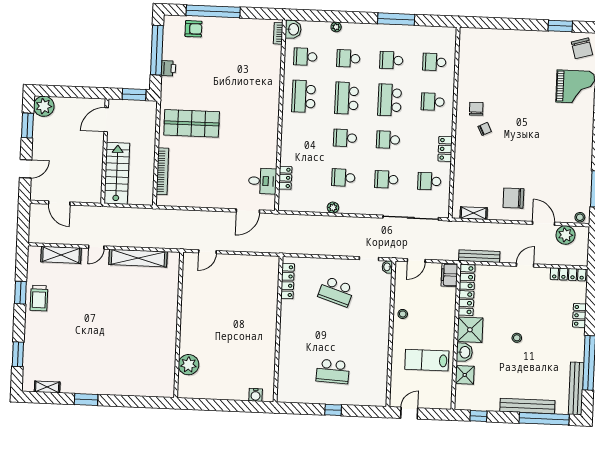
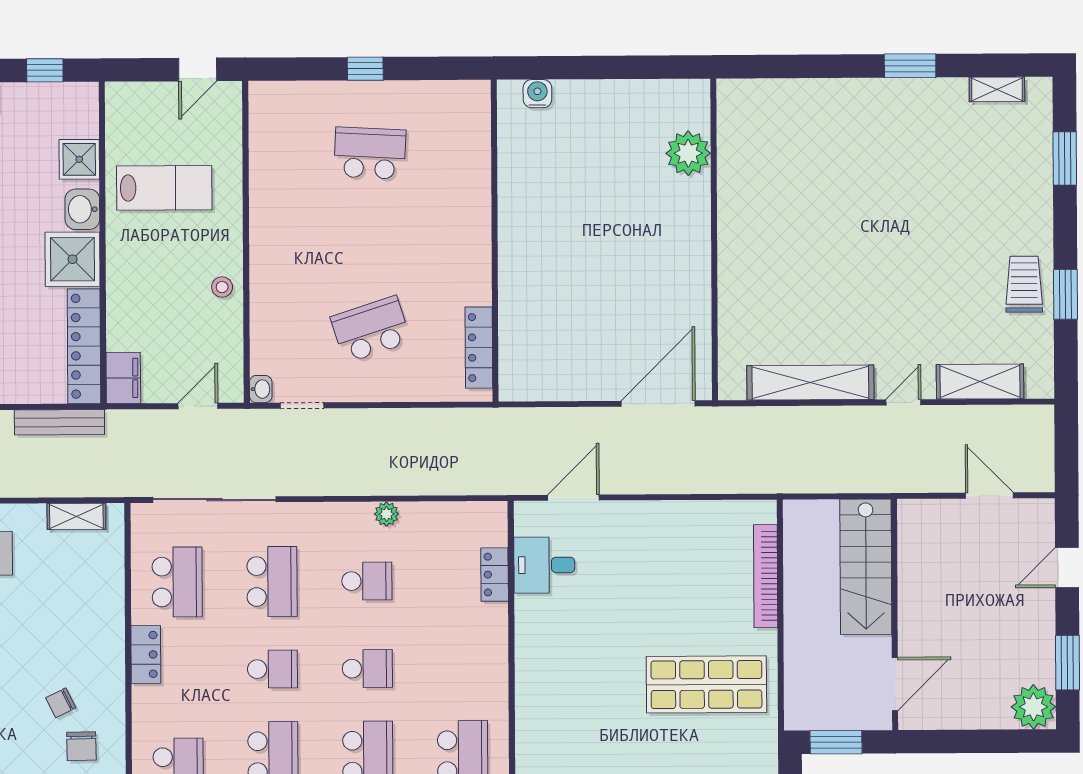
school desk: (386, 179) -> (272, 582), width x1.85
school desk: (429, 181) -> (177, 582), width x1.85
door: (207, 252) -> (658, 404), width x1.87
school desk: (336, 292) -> (371, 329), turned -36

